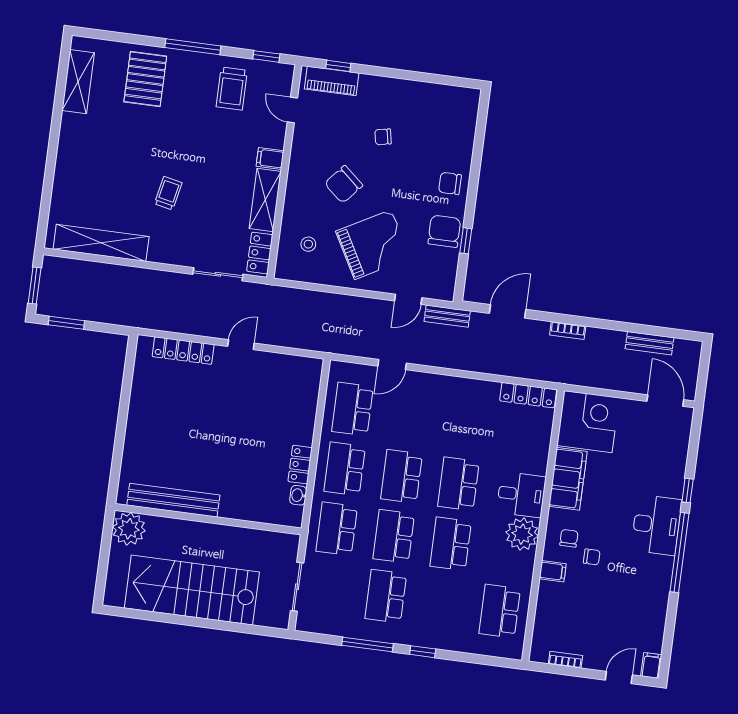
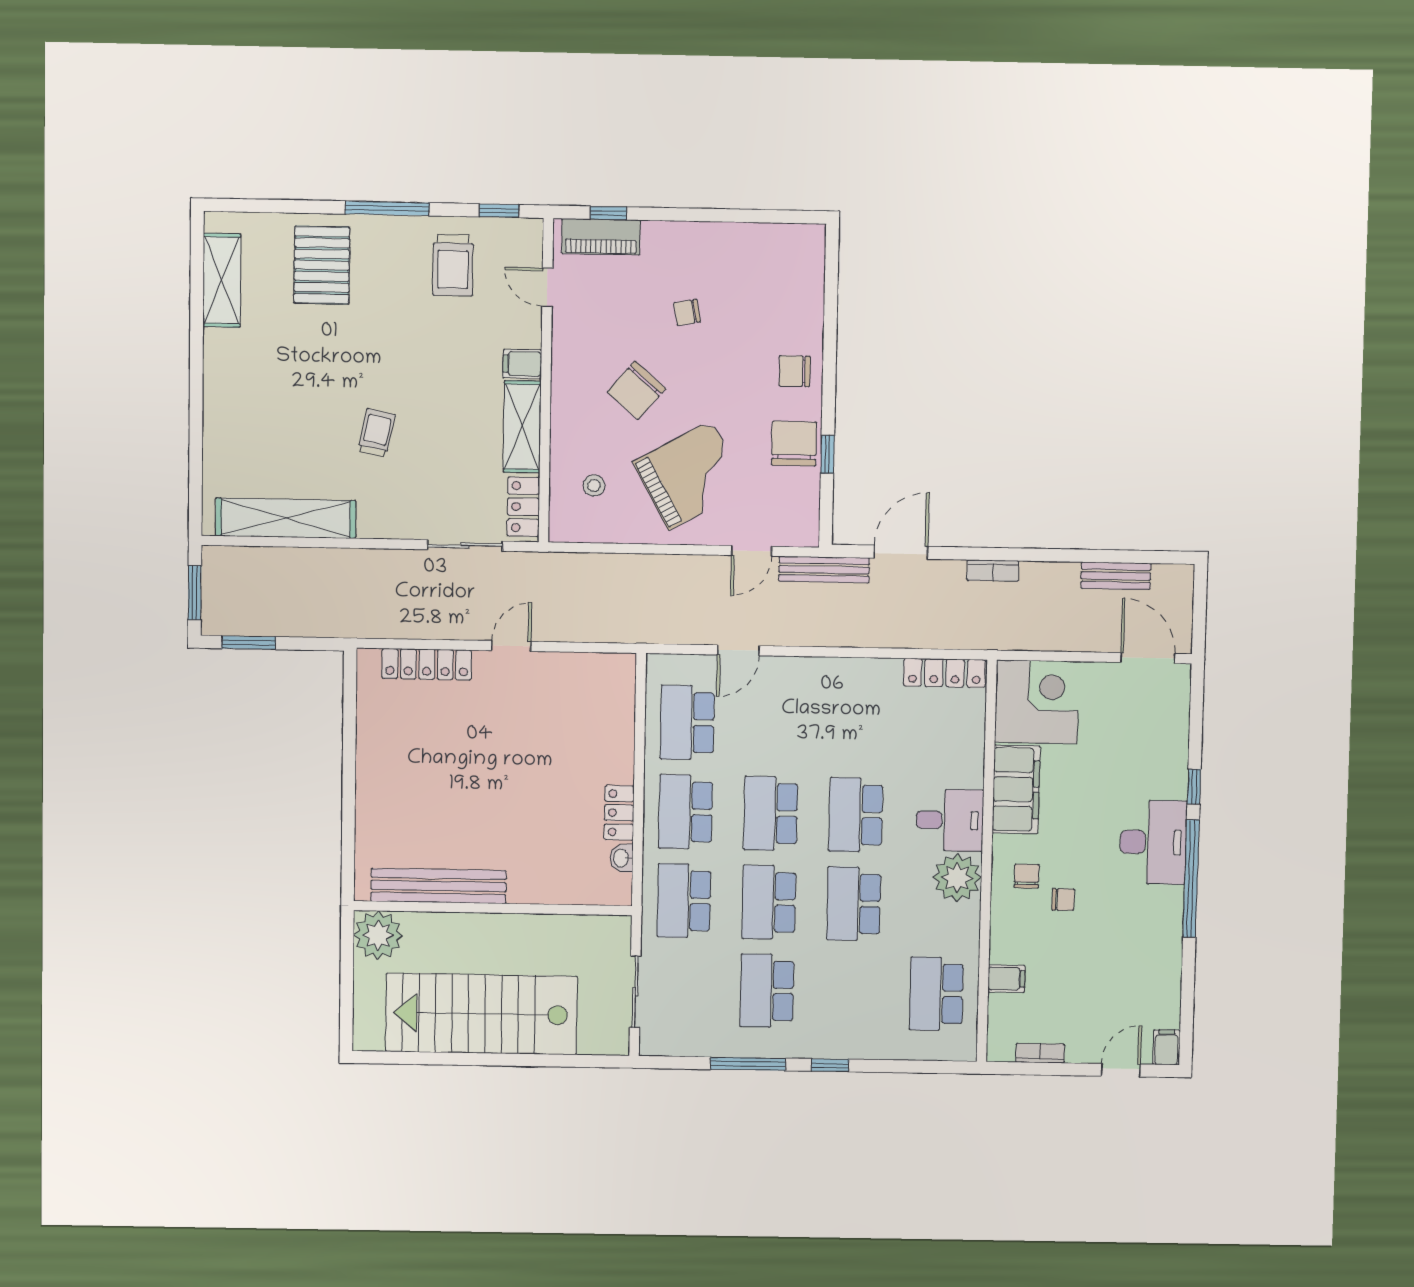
bench: (447, 316) -> (824, 570), width x1.36
filing cabinet: (553, 571) -> (1006, 979), moved

